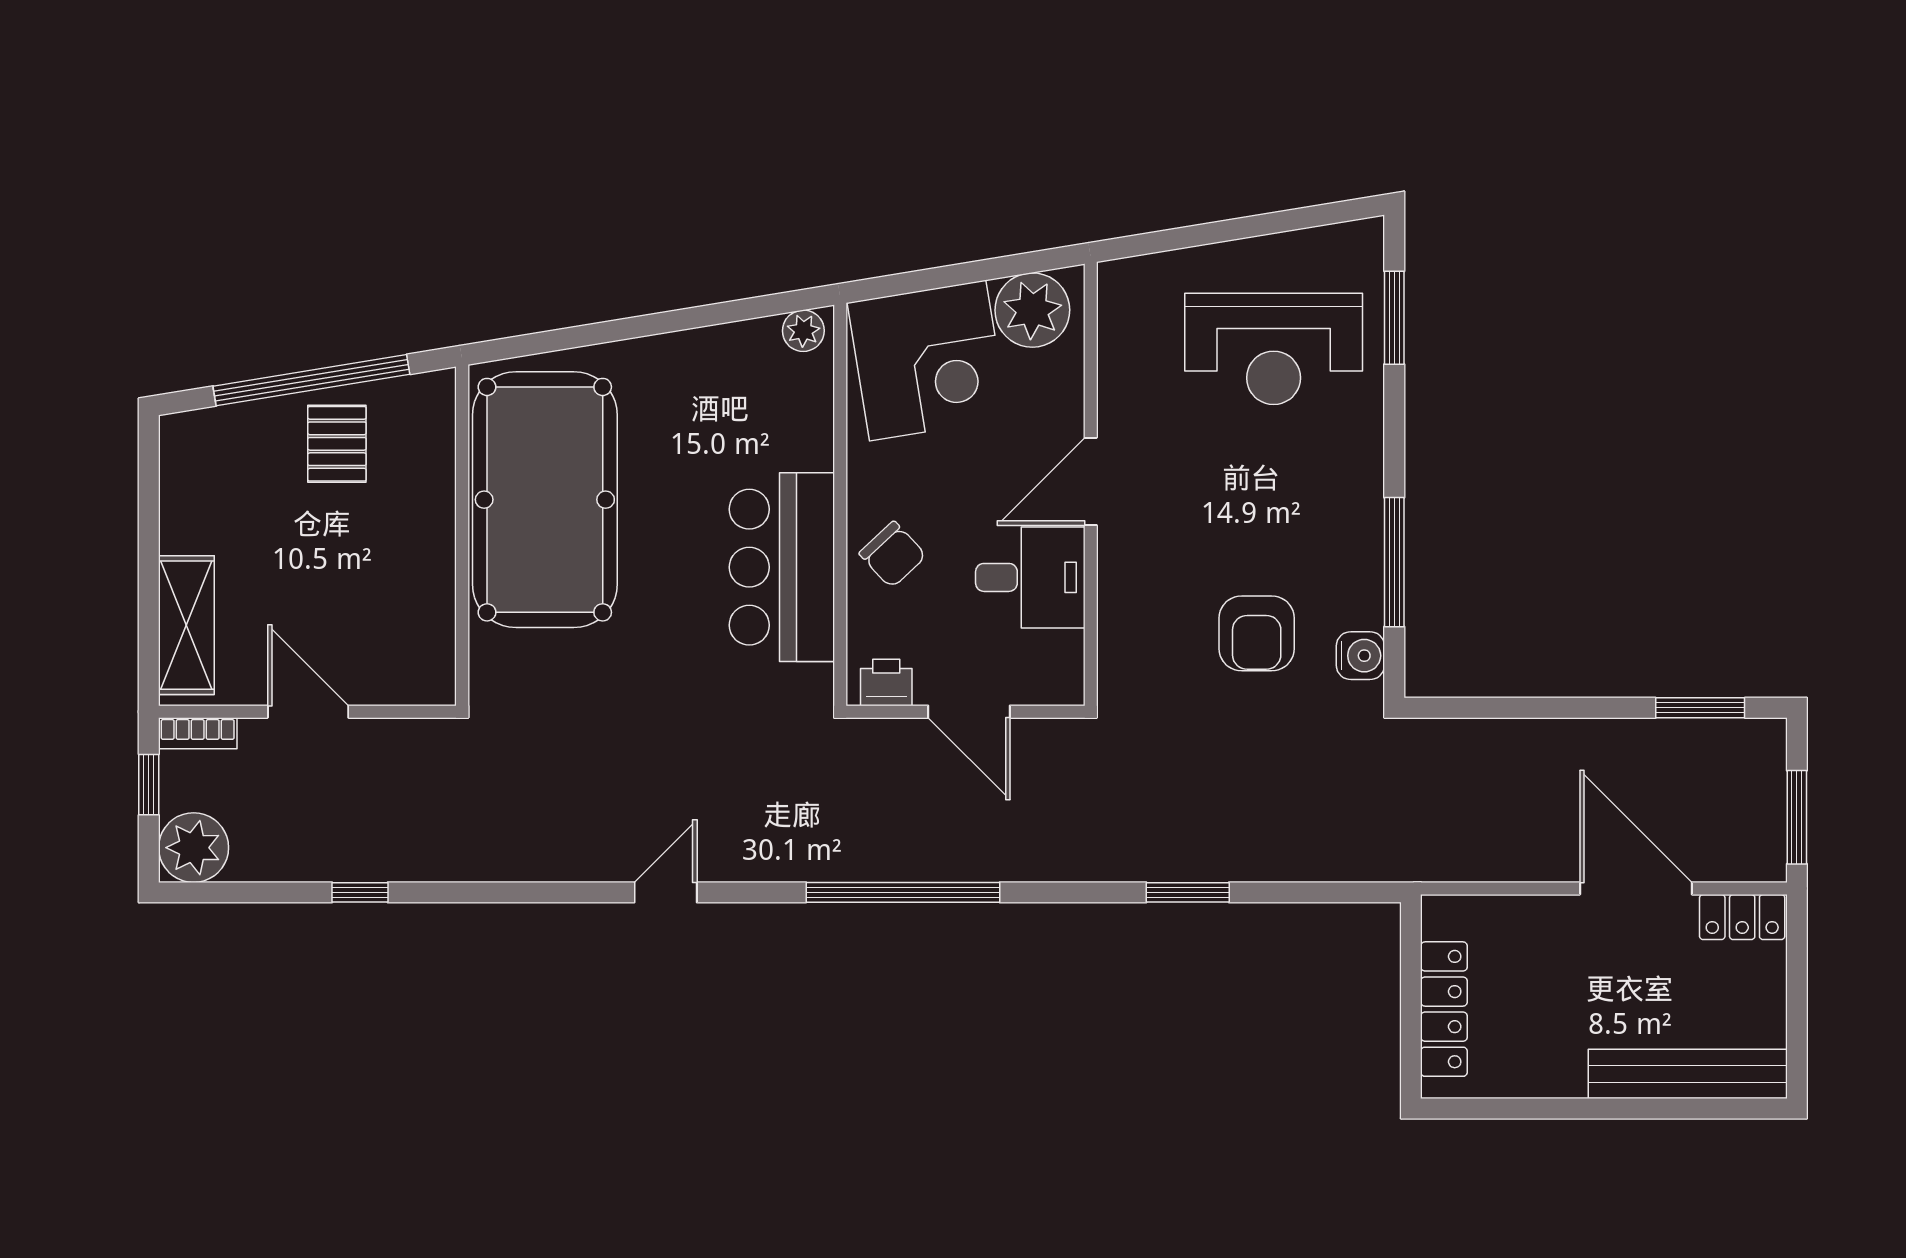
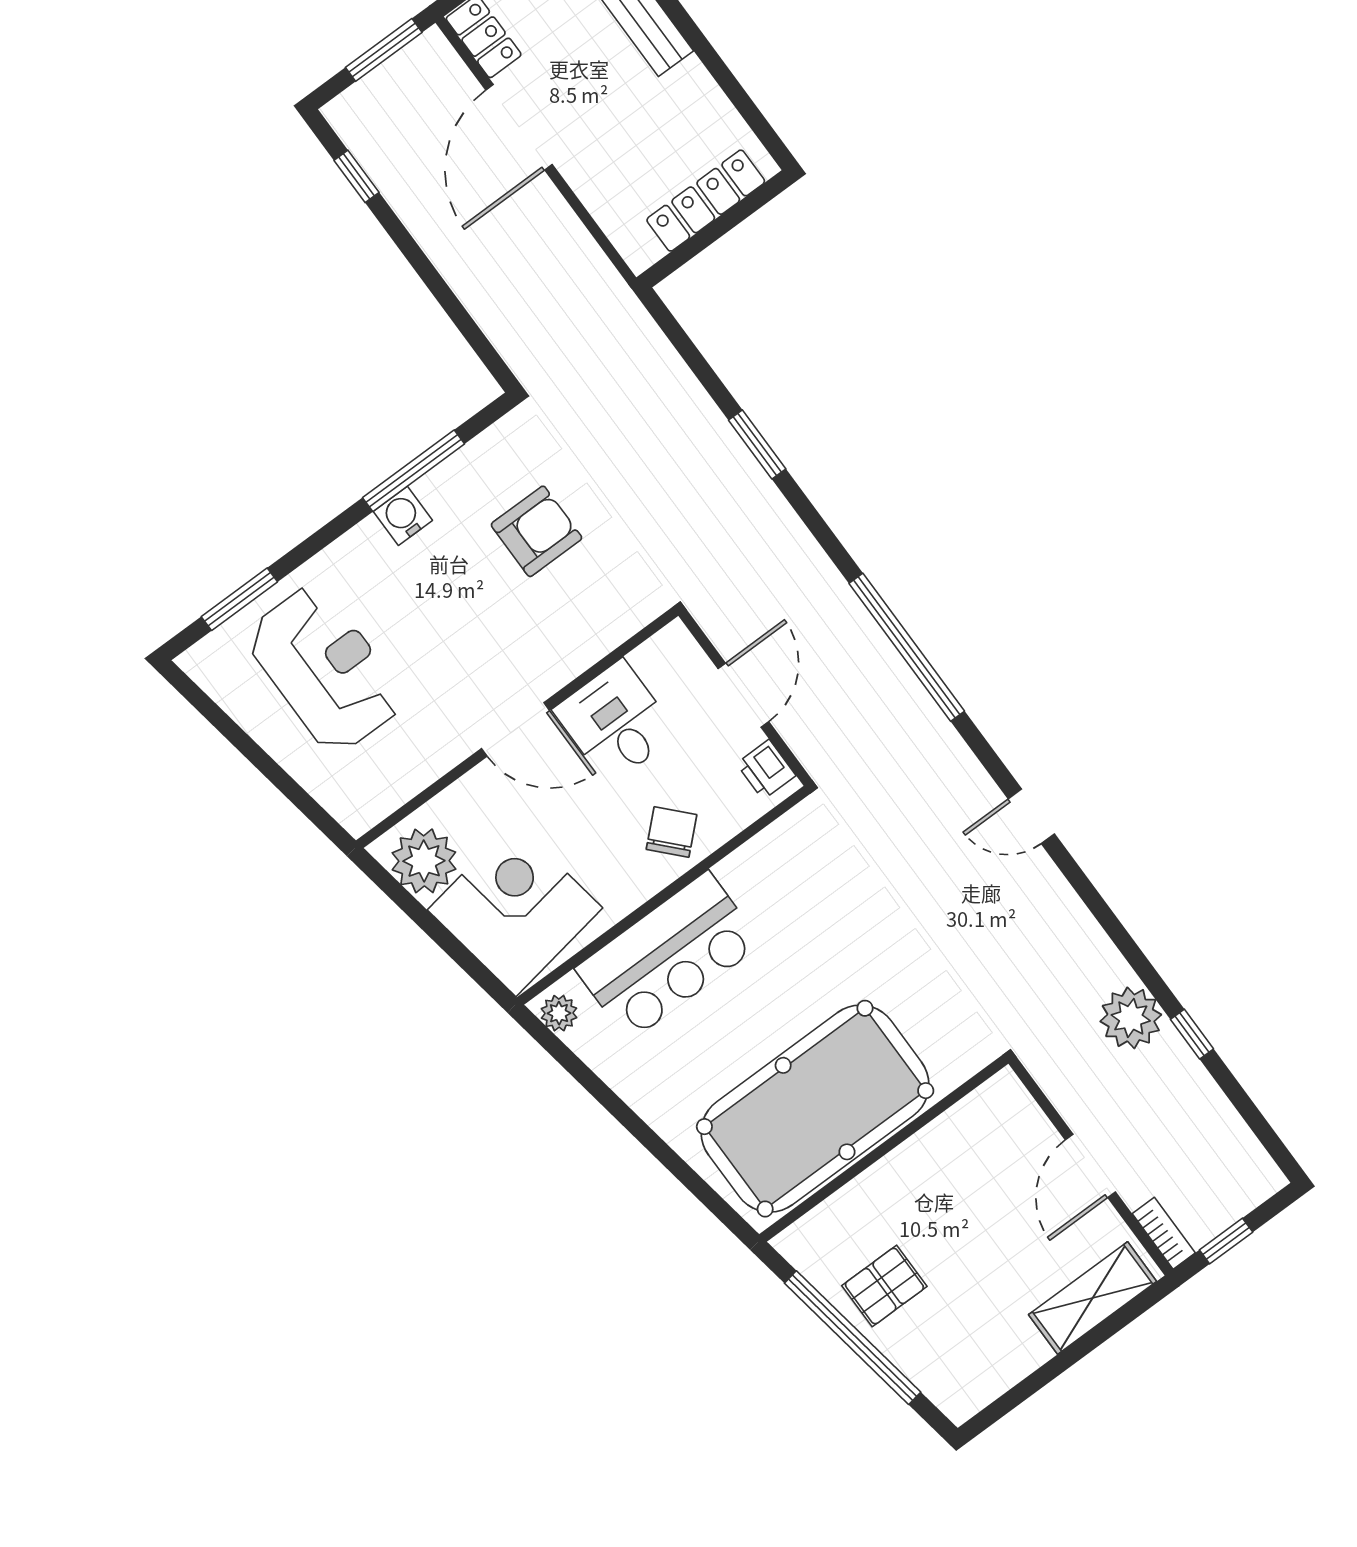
bar counter: (782, 567) -> (668, 956), moved
water cooler: (1360, 656) -> (403, 516), moved
window: (1700, 708) -> (357, 176), width x0.67
plant: (194, 848) -> (1131, 1018), moved

